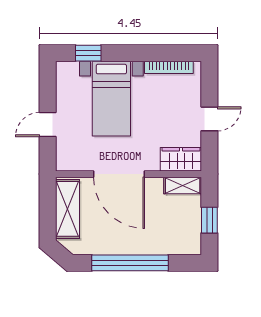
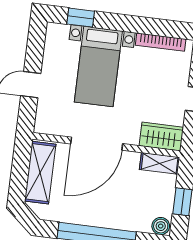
door: (119, 174) -> (97, 144), hinge flipped
boiler: (191, 246) -> (161, 226), added

